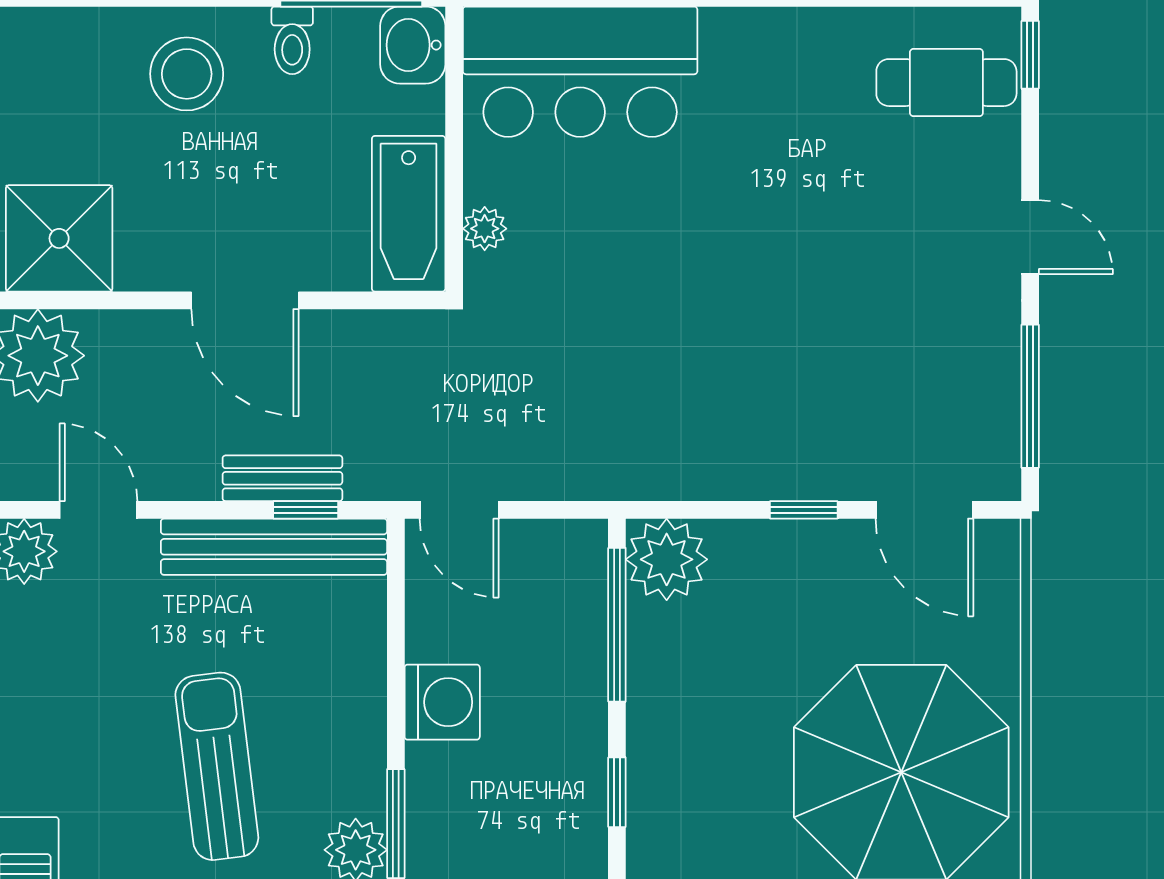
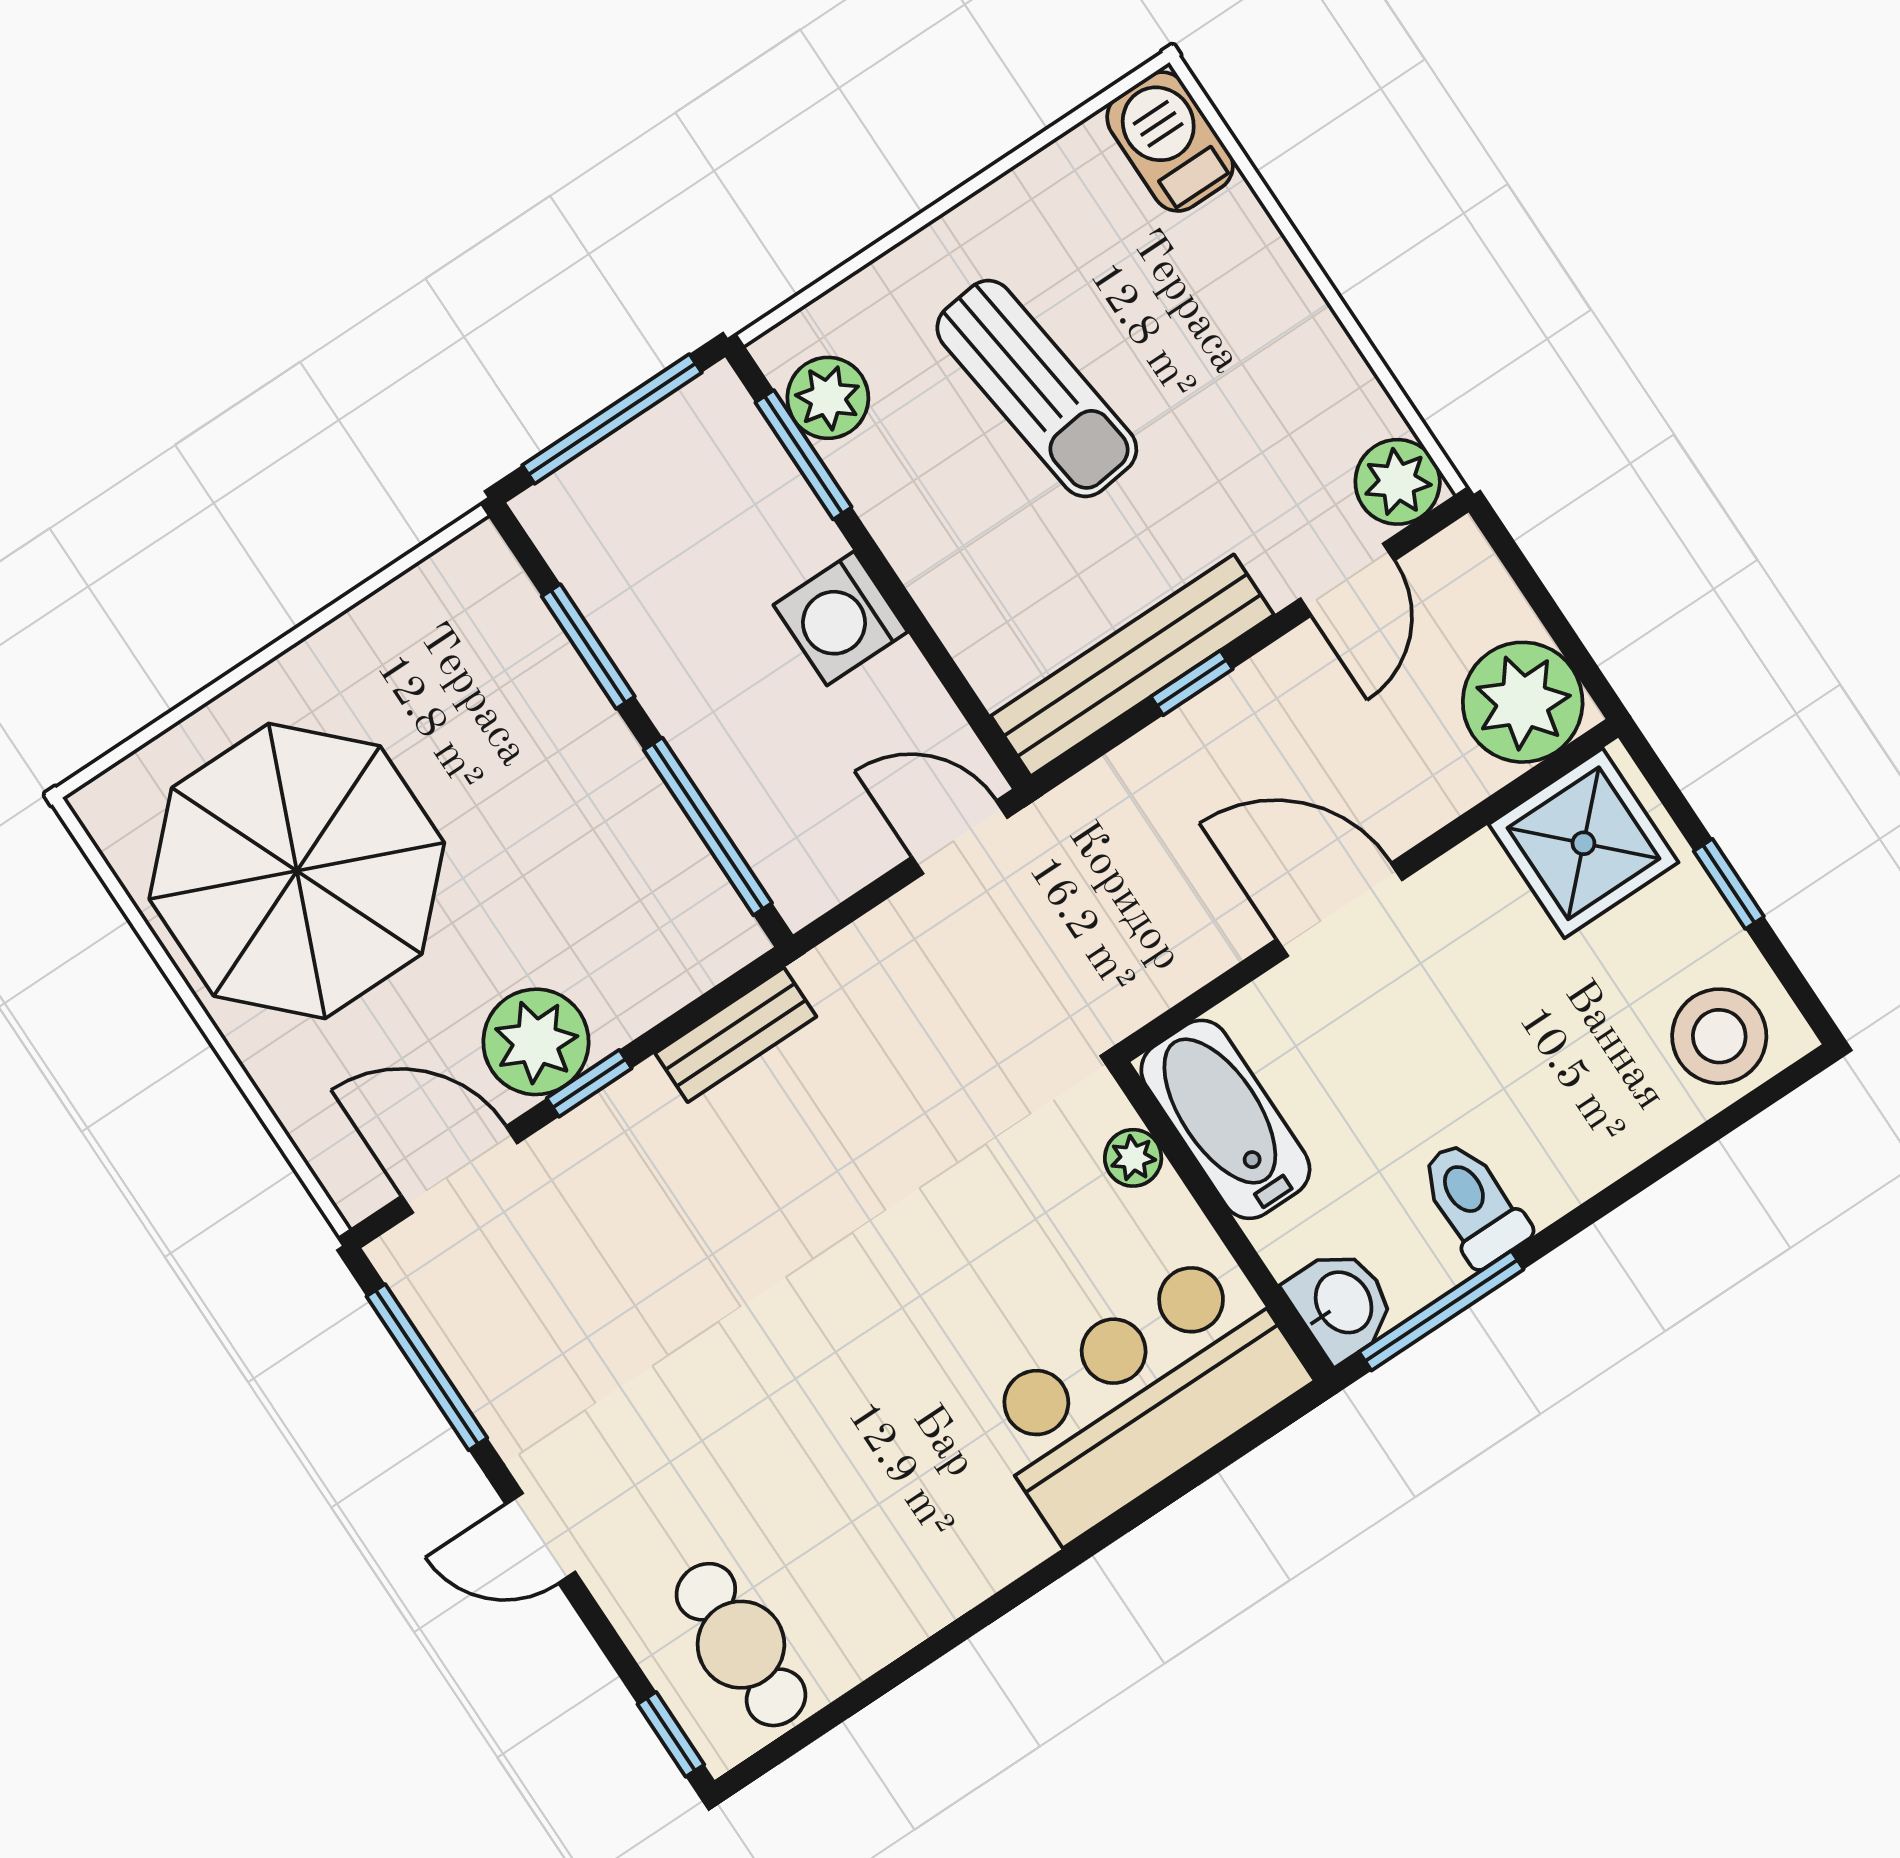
toilet: (292, 40) -> (1473, 1203), width x1.37, depth x1.39
stool: (187, 74) -> (1719, 1036), moved
cafe table: (946, 83) -> (741, 1645), turned 90
bench: (282, 478) -> (736, 1035), moved
door: (98, 510) -> (1347, 580), hinge flipped
window: (306, 510) -> (1192, 683), moved
plant: (667, 559) -> (536, 1042), moved
window: (617, 792) -> (588, 646), width x1.50

